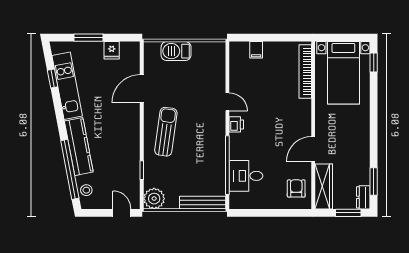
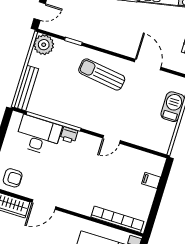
printer: (236, 124) -> (69, 135), moved
sun lounger: (166, 132) -> (102, 74), turned 180
door: (313, 149) -> (44, 204), swing flipped
desk: (246, 176) -> (38, 135), width x1.37

